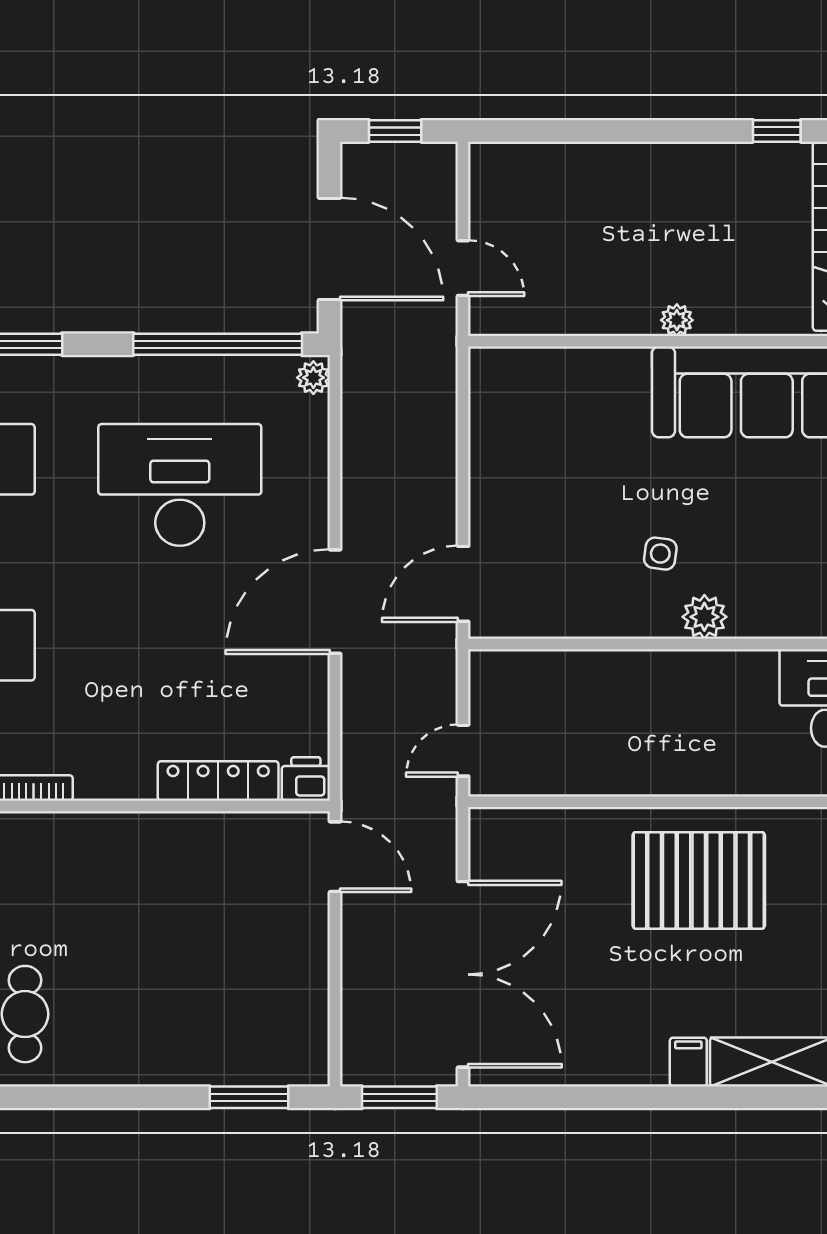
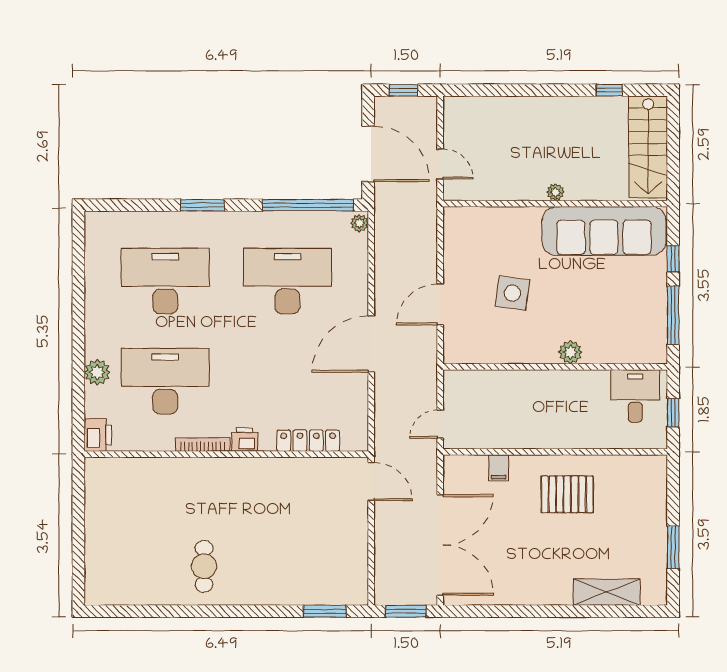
side table: (660, 554) -> (512, 293), moved, width x1.87, depth x1.87
door: (463, 584) -> (440, 305), moved
printer: (306, 779) -> (245, 440), moved
pallet: (699, 880) -> (567, 494), width x0.73, depth x0.71
filing cabinet: (688, 1062) -> (498, 468), moved, turned 180

